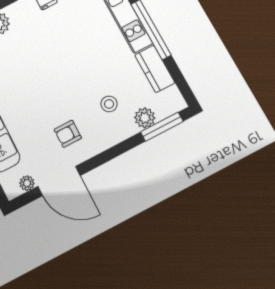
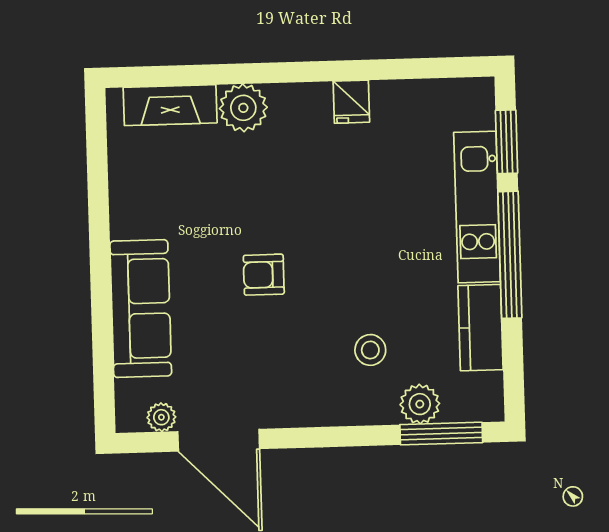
armchair: (68, 134) -> (264, 275), moved

